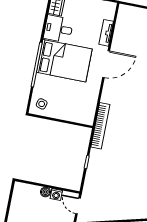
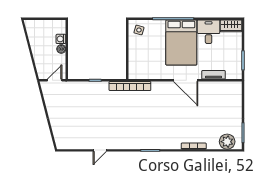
washing machine: (56, 195) -> (61, 39), moved

